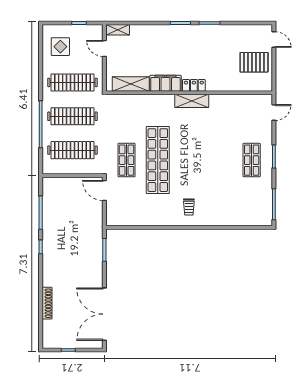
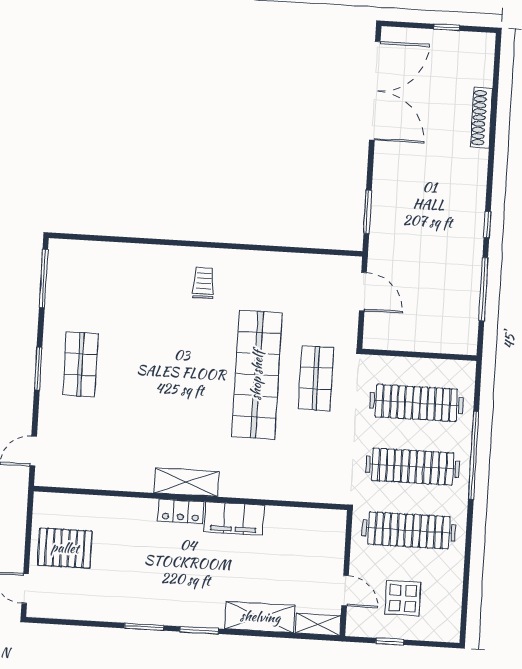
display table: (60, 47) -> (403, 598), moved
shelving: (131, 84) -> (260, 617), moved
door: (104, 190) -> (363, 292), moved

